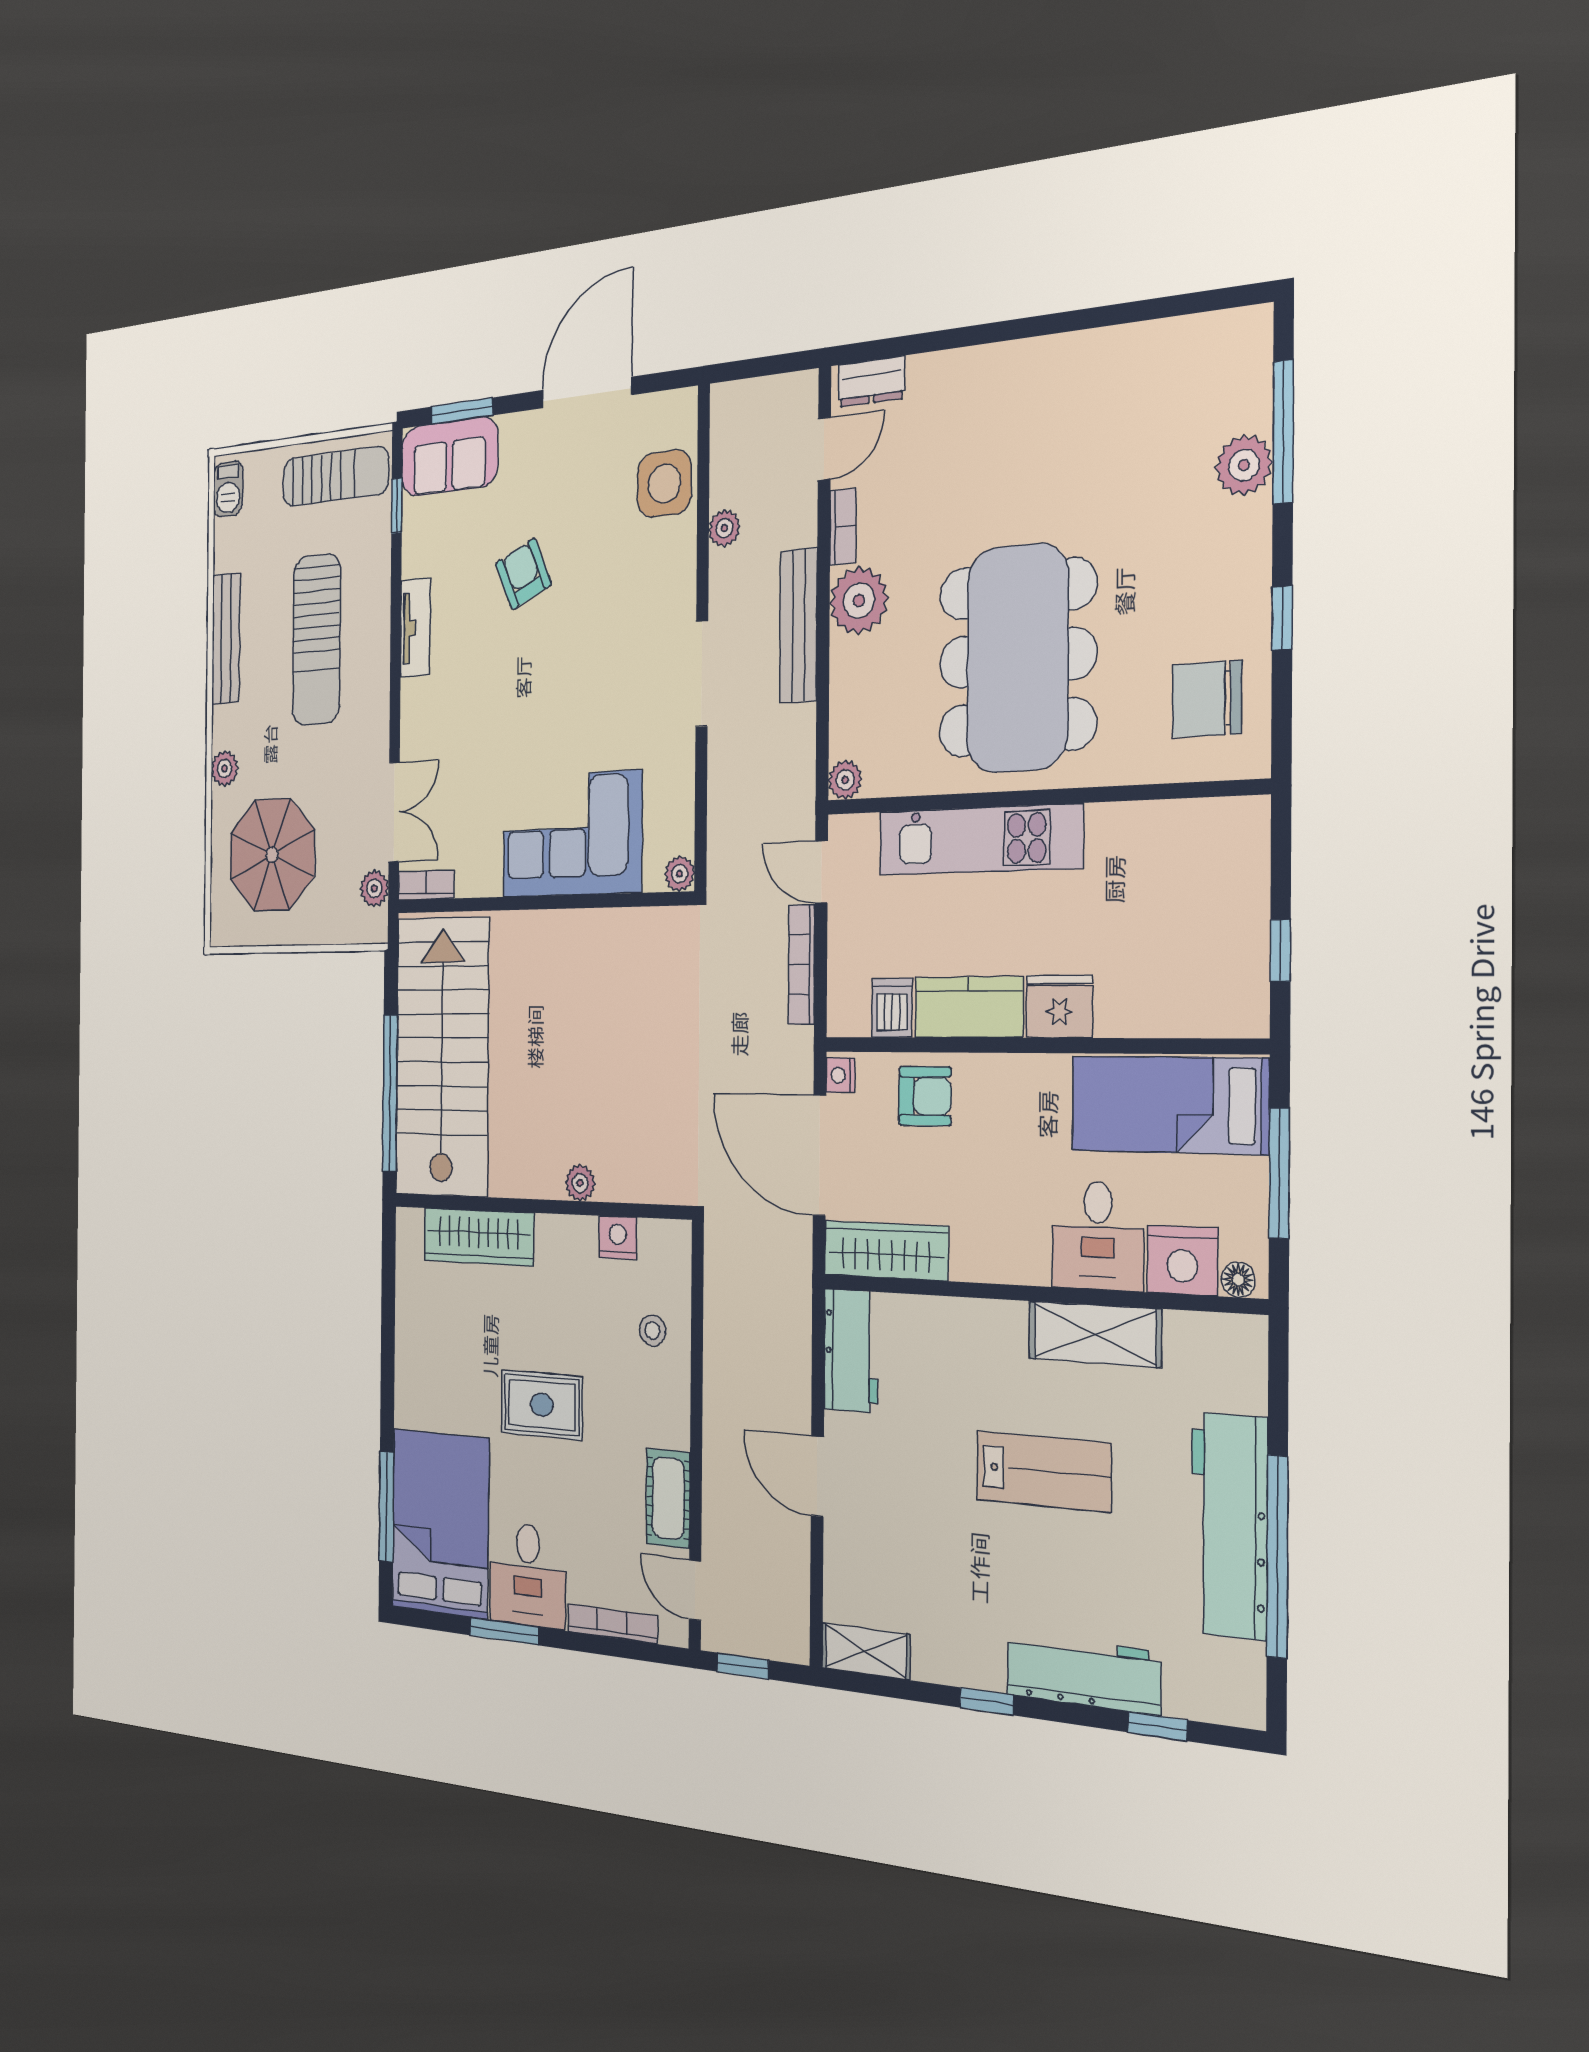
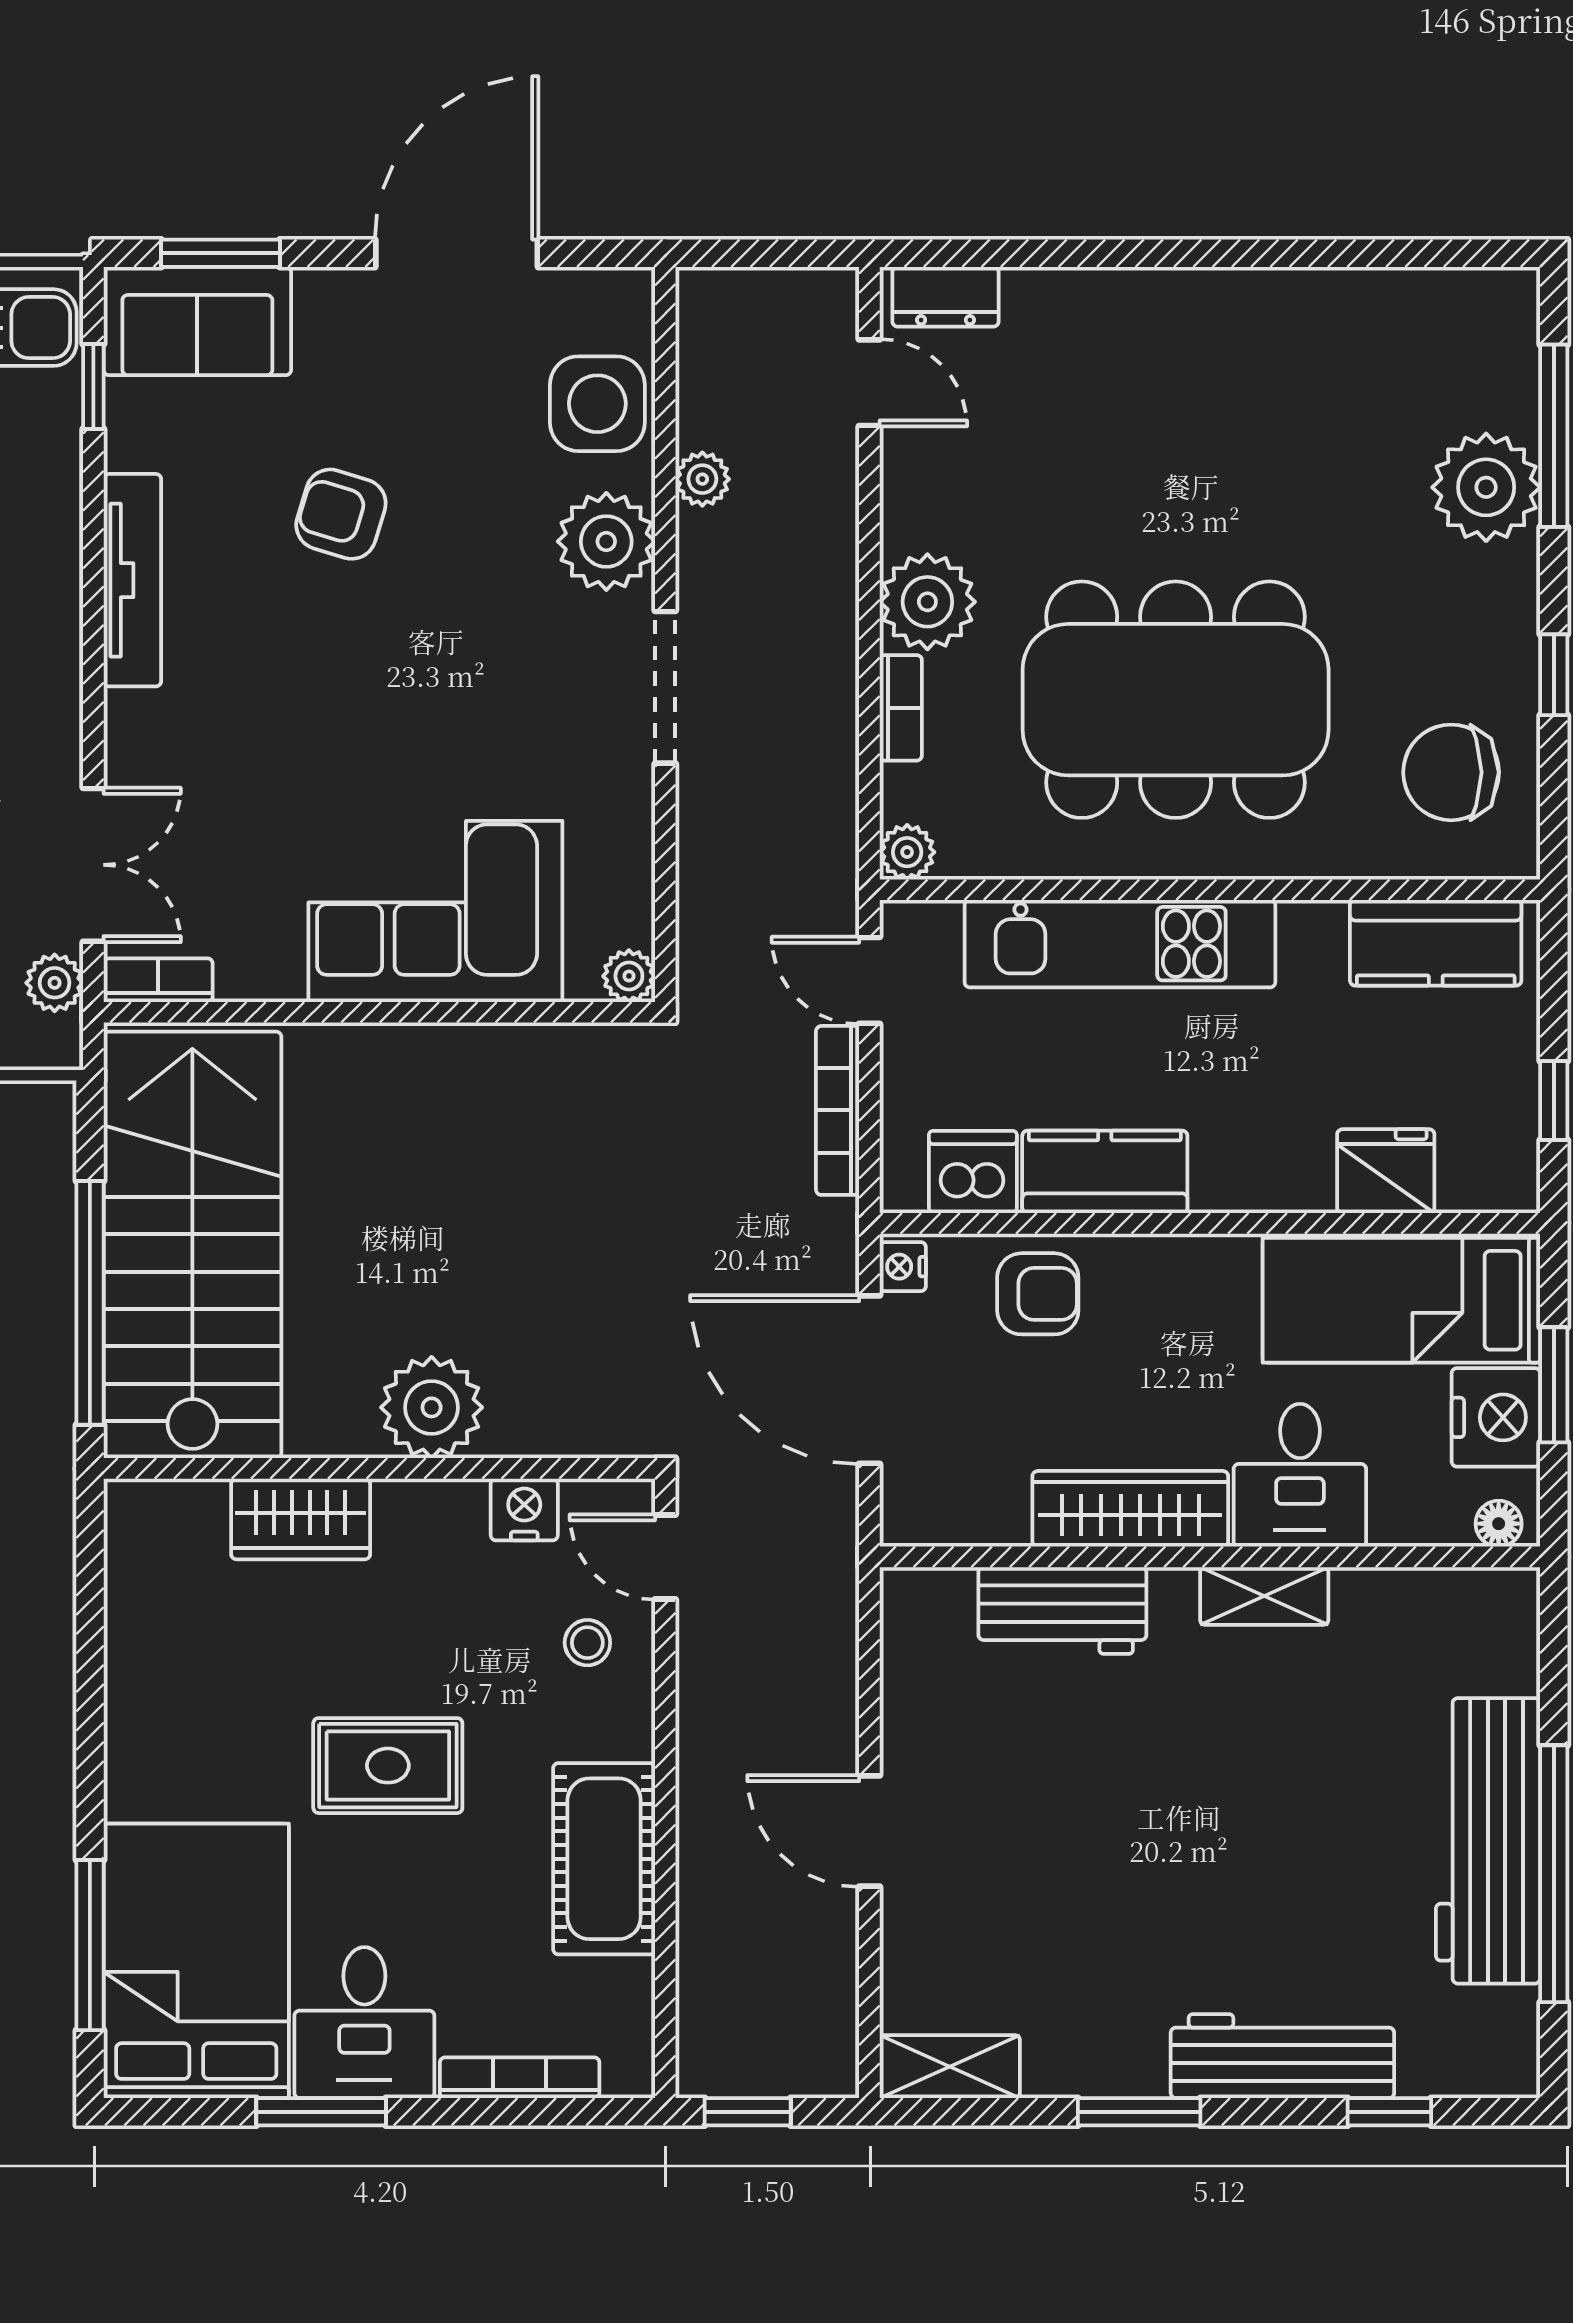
door: (824, 449) -> (869, 383), hinge flipped
plant: (1244, 465) -> (1486, 487), width x1.36, depth x1.36
bookcase: (843, 527) -> (901, 708), moved
armchair: (523, 574) -> (341, 514), turned -49
plant: (669, 577) -> (606, 541), added
bench: (799, 626) -> (829, 629), removed
tv unit: (415, 628) -> (132, 580), width x1.41
dining table: (1017, 658) -> (1176, 700), turned 90
kitchen counter: (1195, 831) -> (1436, 943), added
fridge: (1059, 1006) -> (1386, 1171), moved
dishwasher: (892, 1008) -> (973, 1172), width x1.38
window: (1279, 1173) -> (1554, 1385), width x0.69
plant: (580, 1183) -> (432, 1407), width x1.88, depth x1.88
wardrobe: (479, 1237) -> (301, 1519), width x0.67
wardrobe: (886, 1251) -> (1130, 1509), moved
nightstand: (1182, 1260) -> (1496, 1417), moved, turned -90
shelving: (1095, 1334) -> (1264, 1596), width x0.67, depth x0.75
workbench: (851, 1351) -> (1062, 1611), moved, turned 90
lab bench: (1043, 1471) -> (1222, 1794), removed
cot: (668, 1498) -> (604, 1859), width x1.37, depth x1.34
door: (695, 1590) -> (665, 1557), moved
window: (987, 1701) -> (1139, 2112), width x1.50

